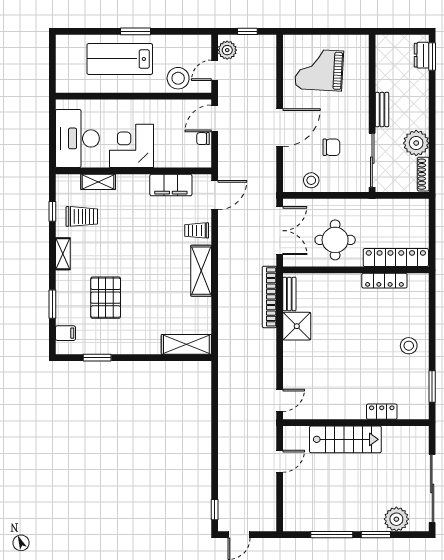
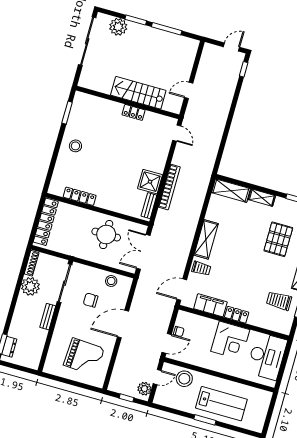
shelving: (98, 182) -> (262, 198), moved
locker: (133, 182) -> (237, 315), added
locker: (396, 258) -> (46, 222), moved, turned -90
bookcase: (269, 297) -> (169, 187), moved
door: (280, 400) -> (177, 133), swing flipped
locker: (382, 412) -> (134, 112), moved

